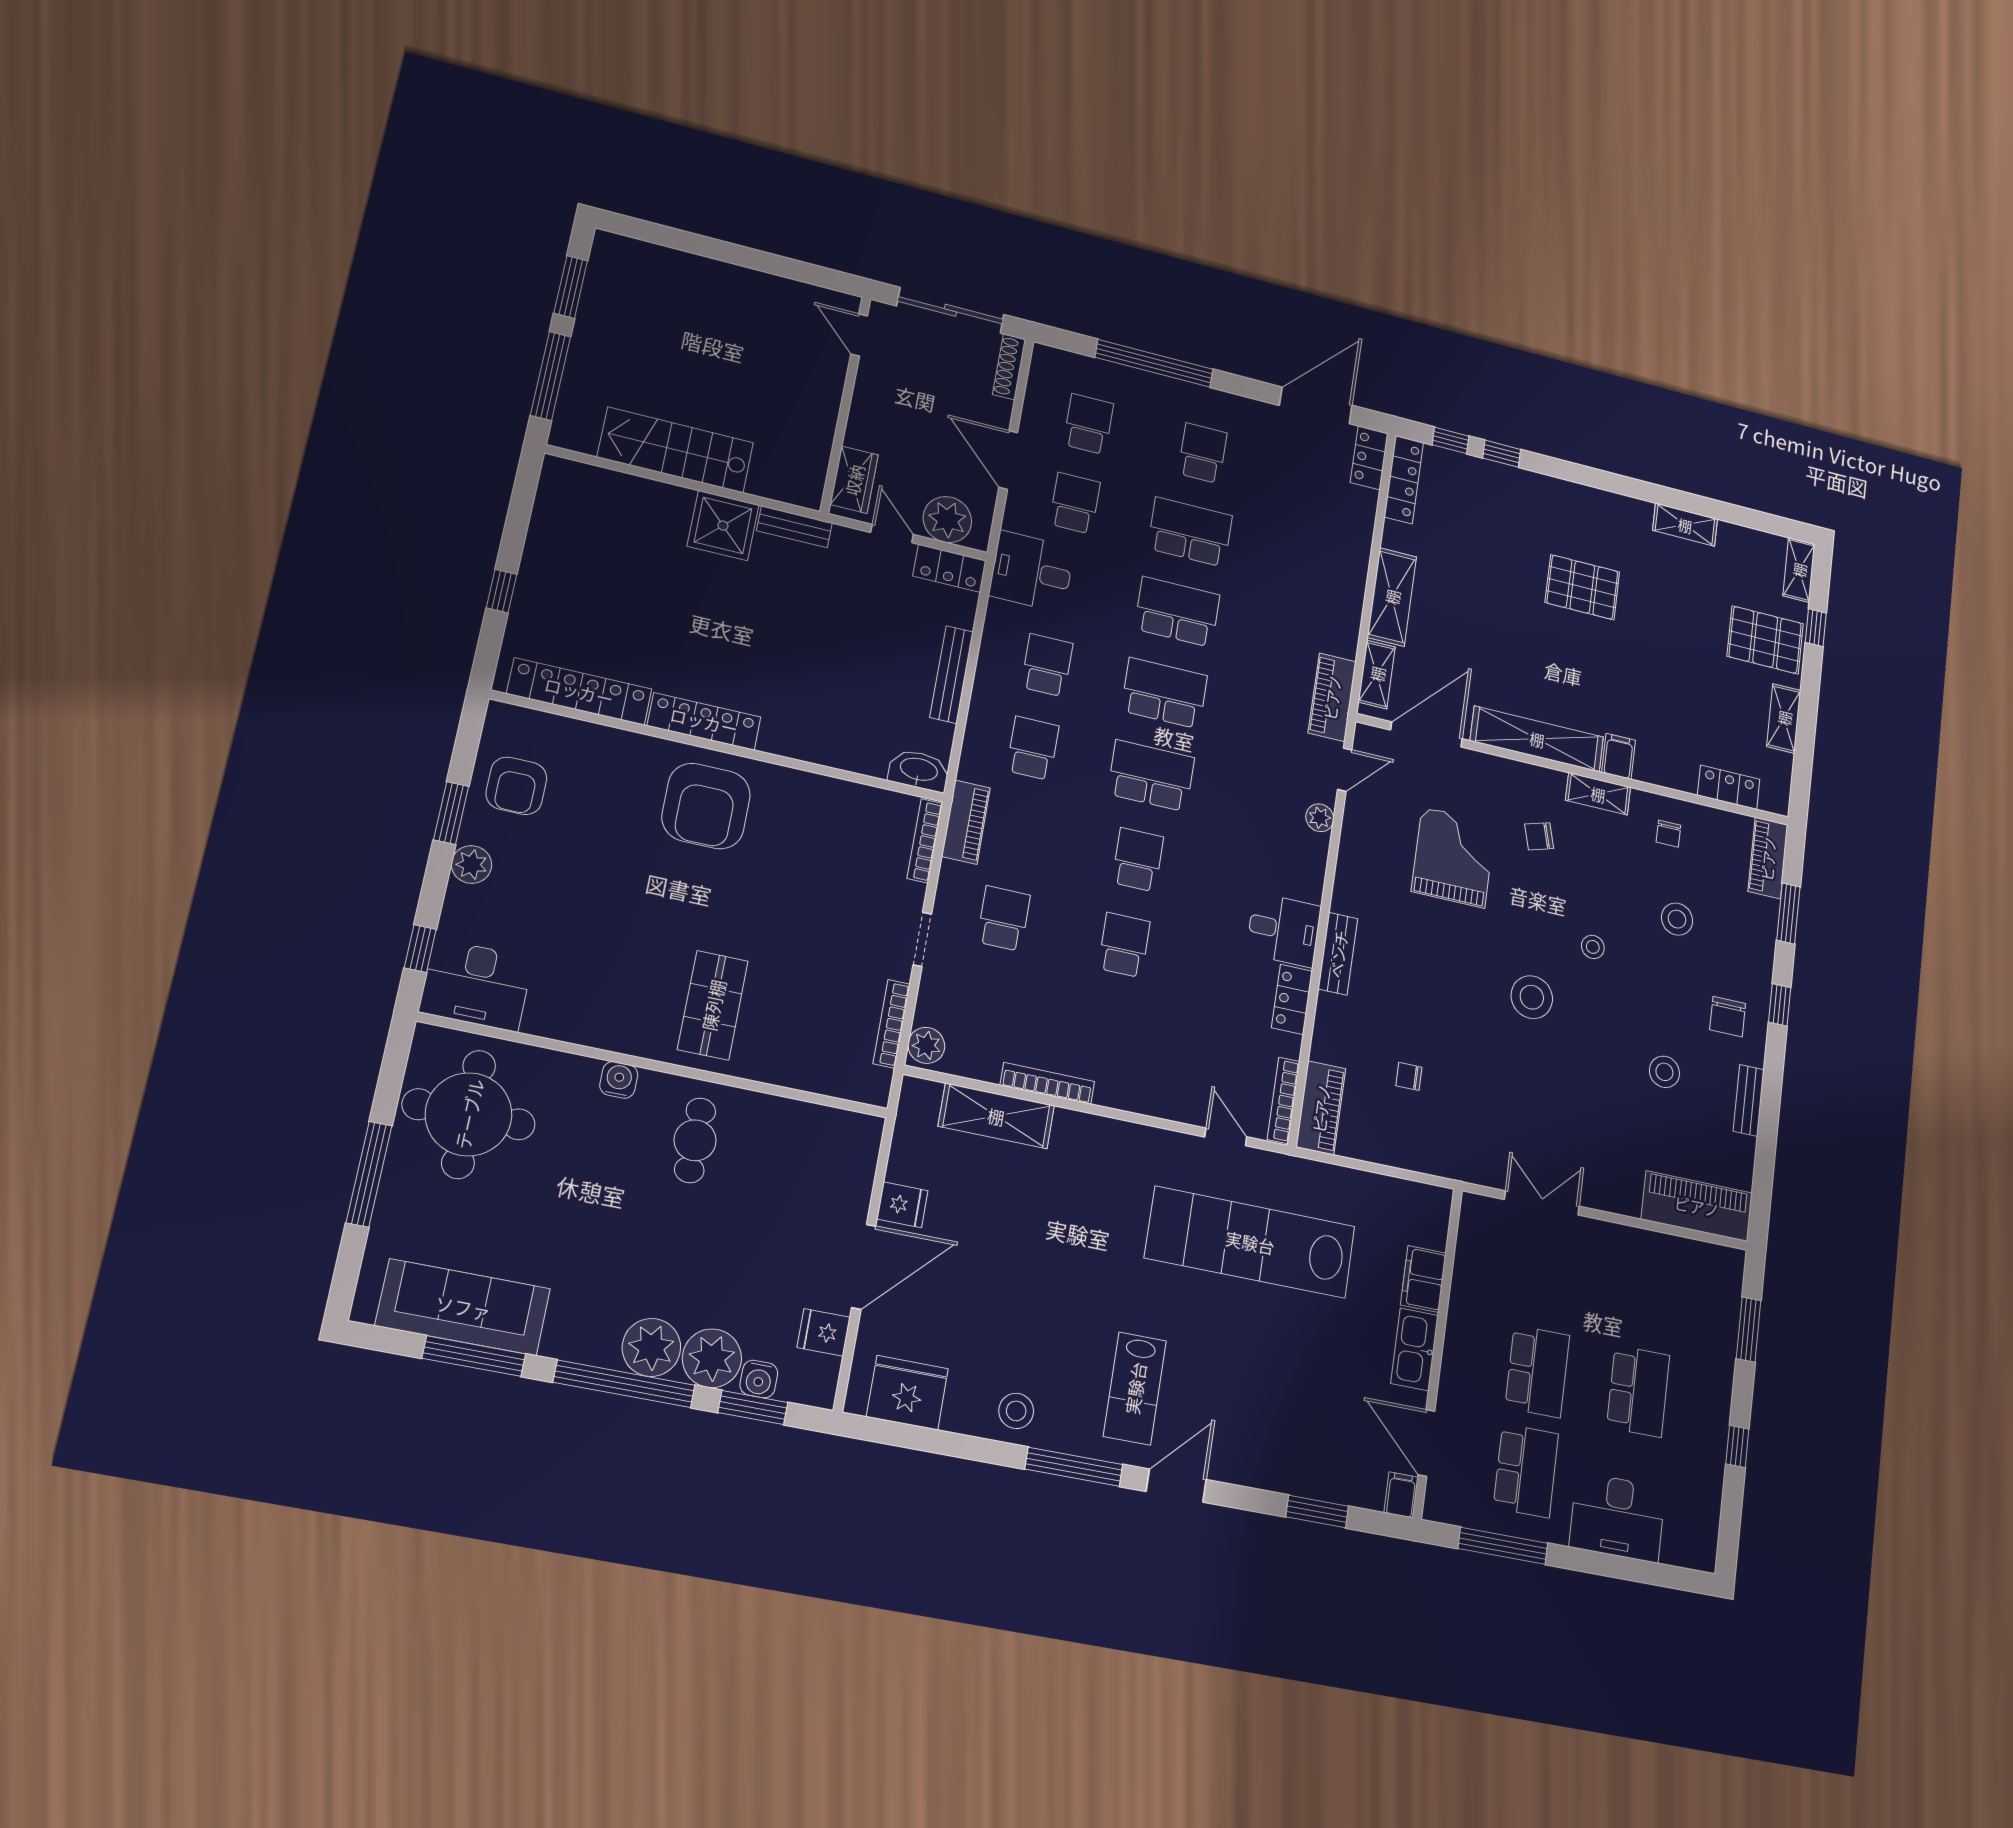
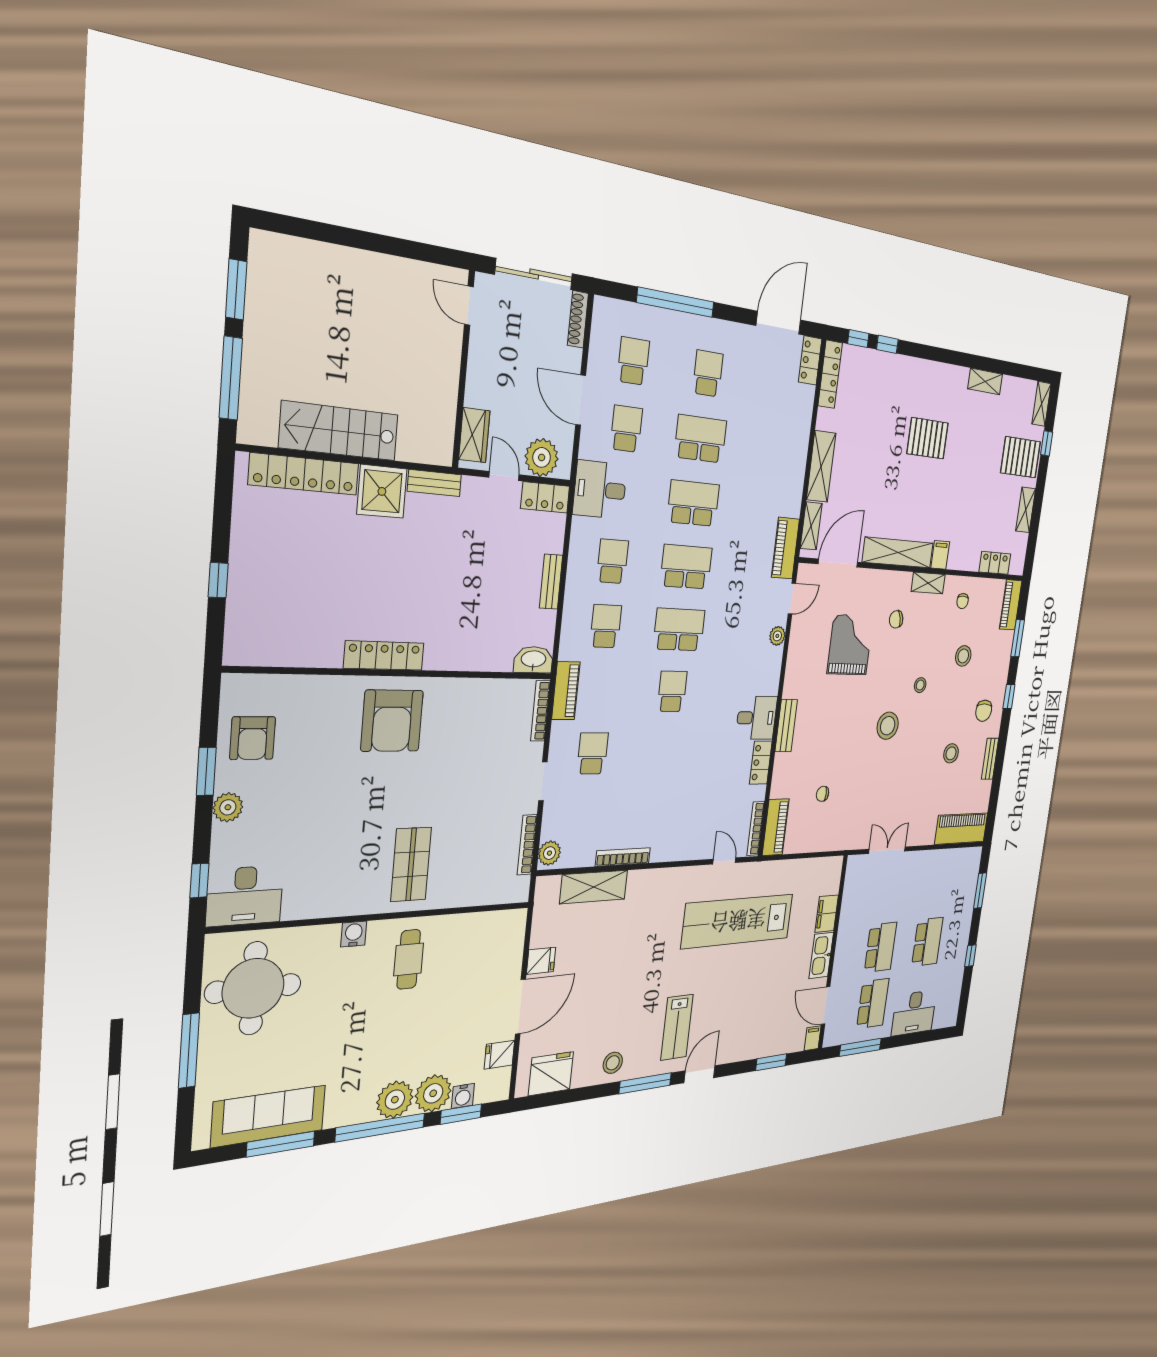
bench: (952, 675) -> (551, 582), width x0.73
locker: (579, 691) -> (304, 474), moved, turned 180
school desk: (1124, 945) -> (665, 752), removed

